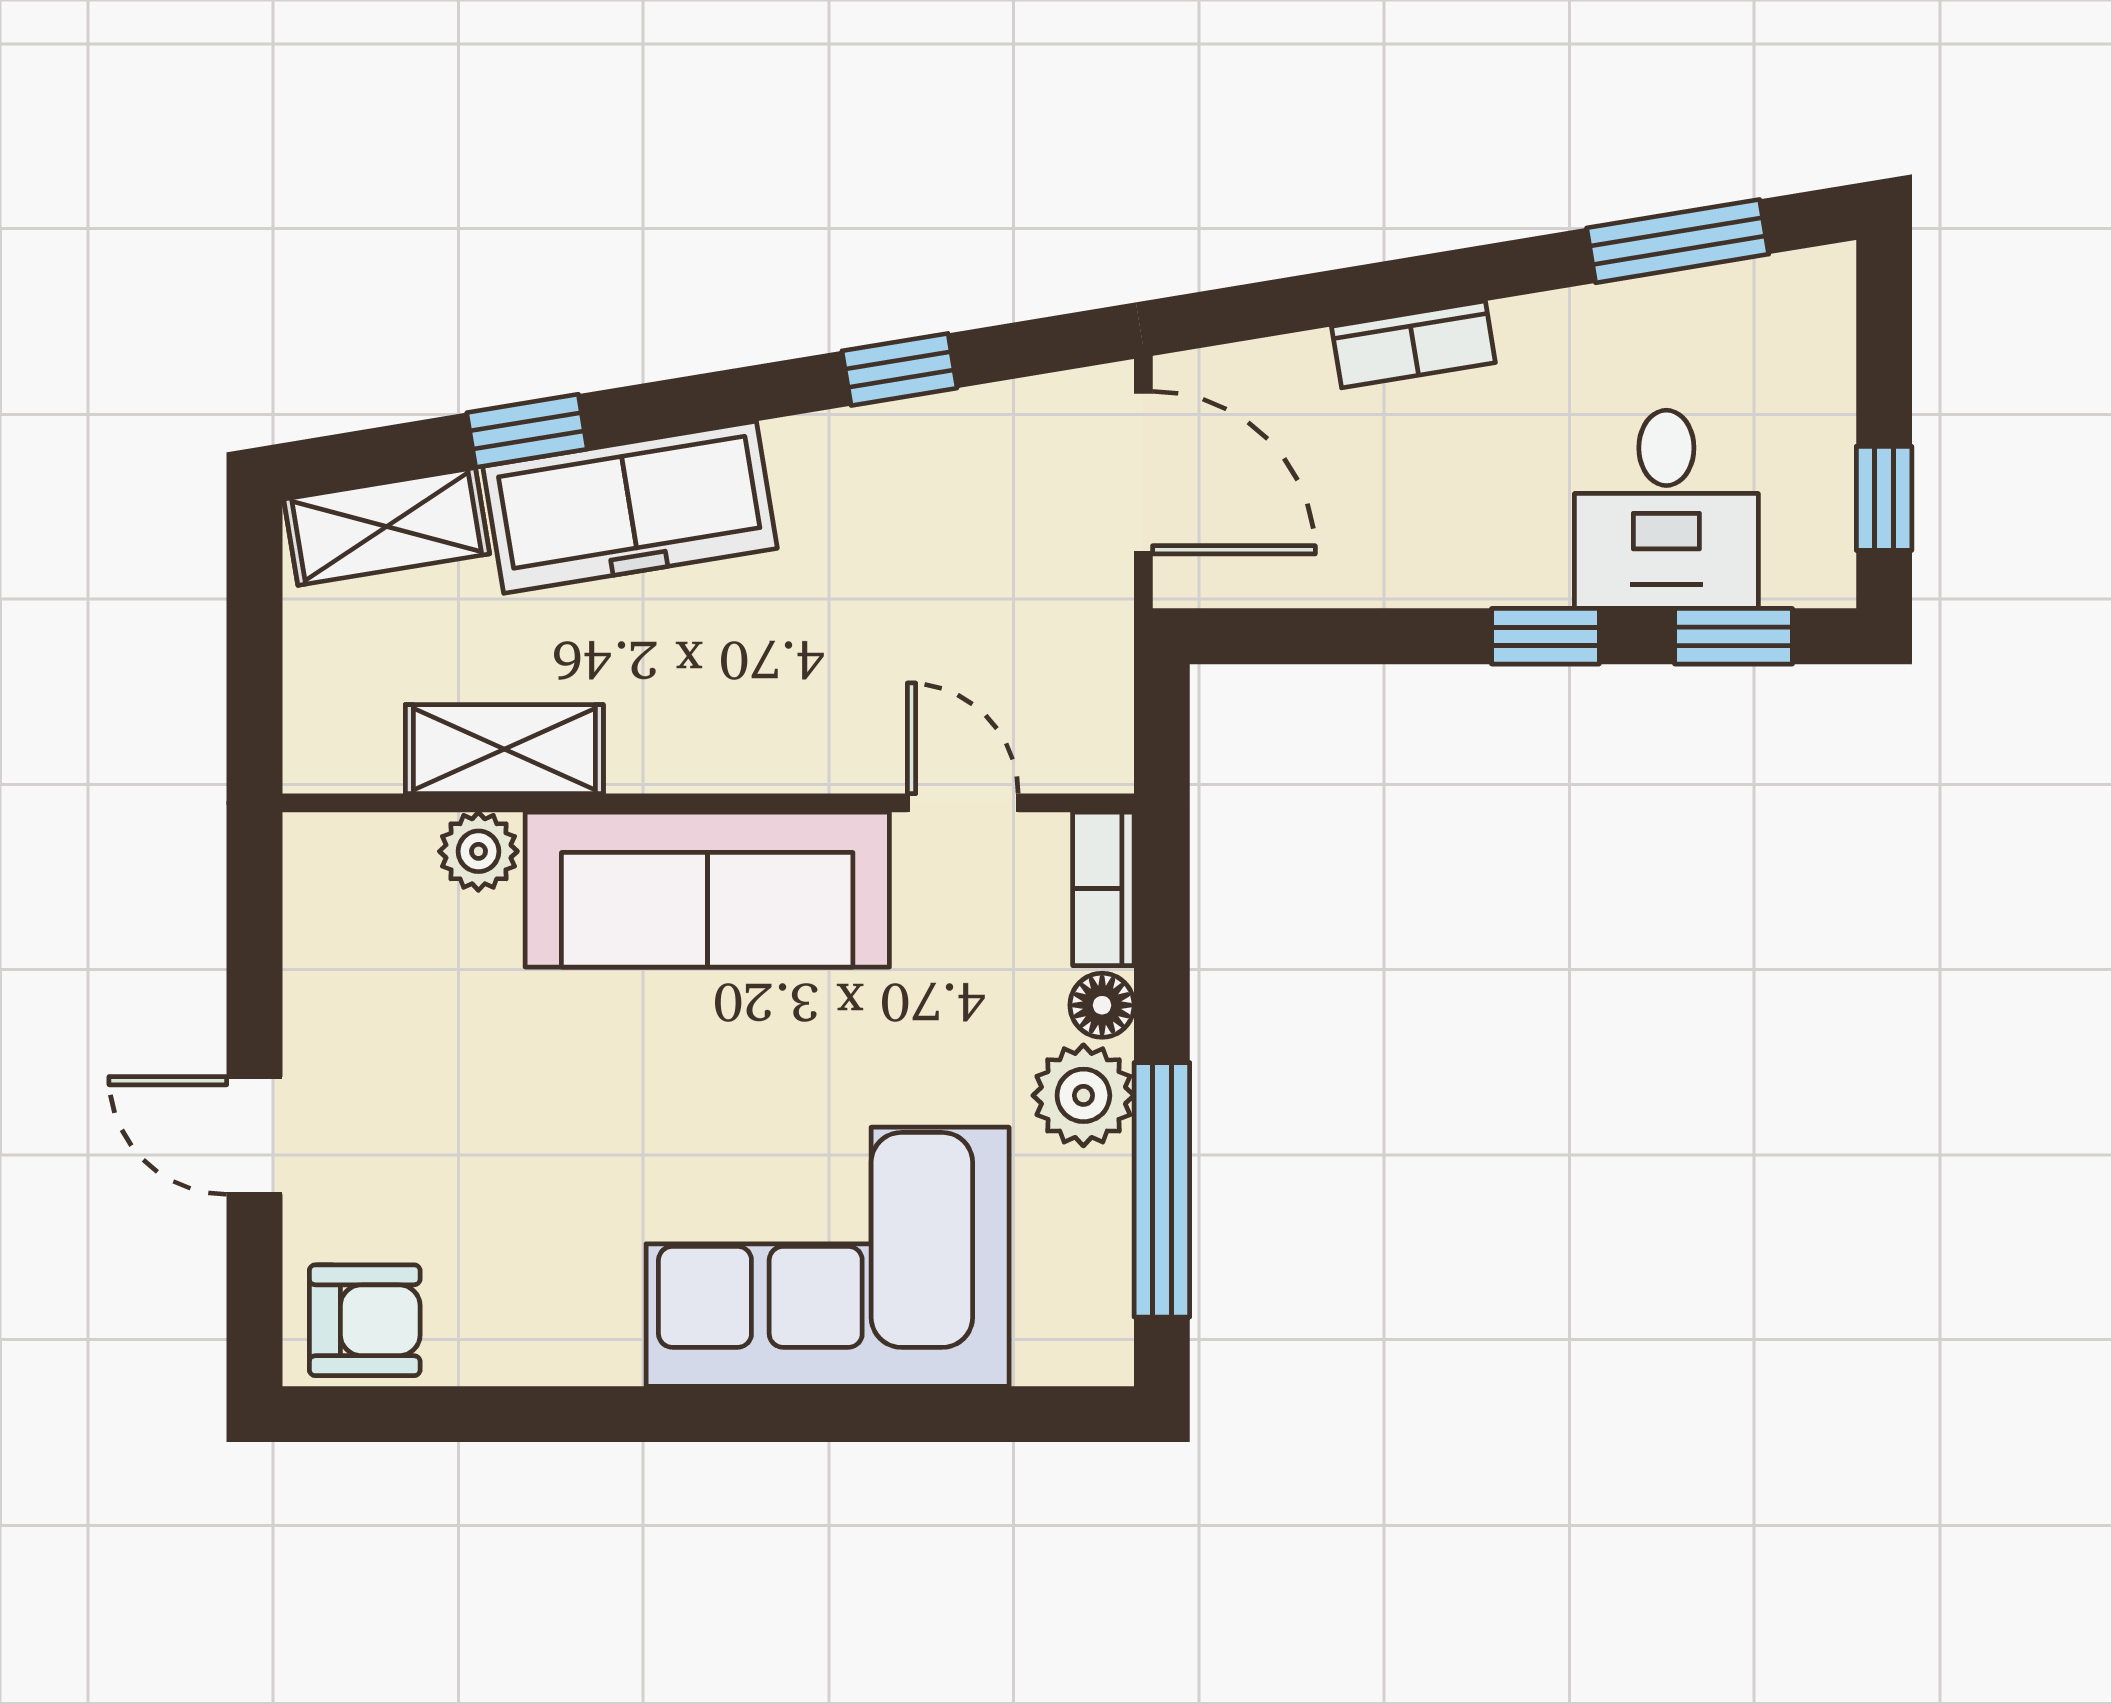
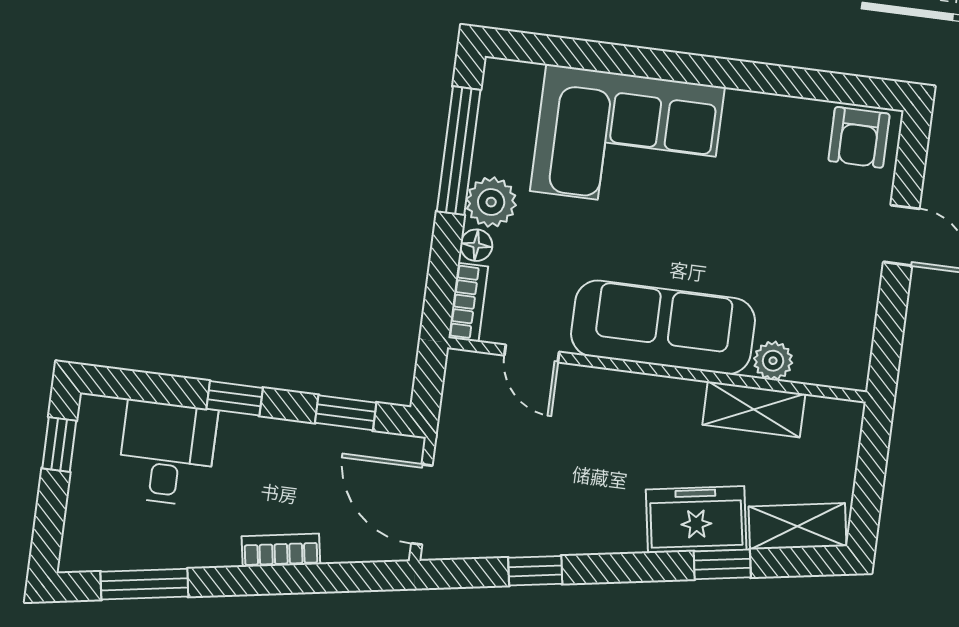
freezer: (630, 507) -> (696, 520), width x0.71
window: (1734, 636) -> (346, 413), moved
armchair: (365, 1320) -> (859, 137), turned -90

